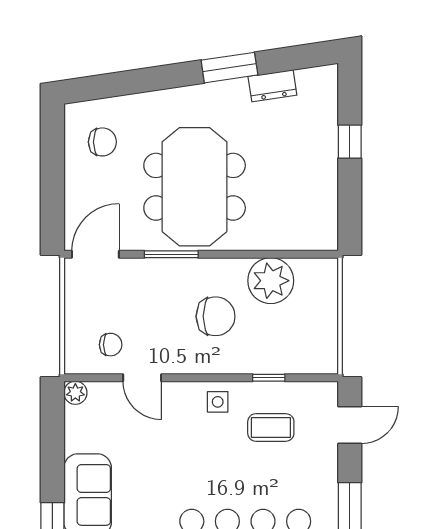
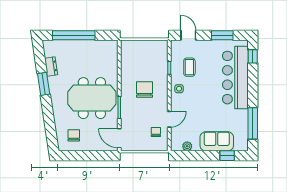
window: (350, 142) -> (74, 35), width x3.17
plant: (271, 281) -> (130, 67), removed
plant: (75, 393) -> (187, 146), moved

